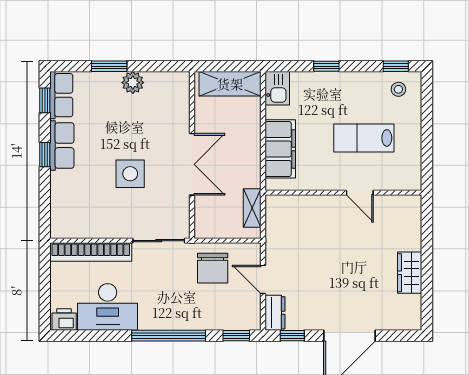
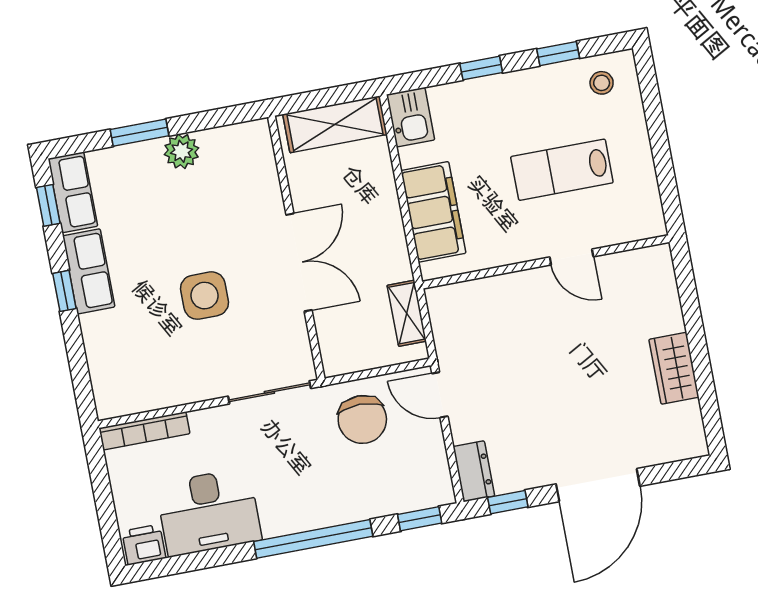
window: (396, 66) -> (558, 54), moved
bookcase: (91, 252) -> (144, 431), width x0.68, depth x0.76
door: (263, 279) -> (440, 395), moved

